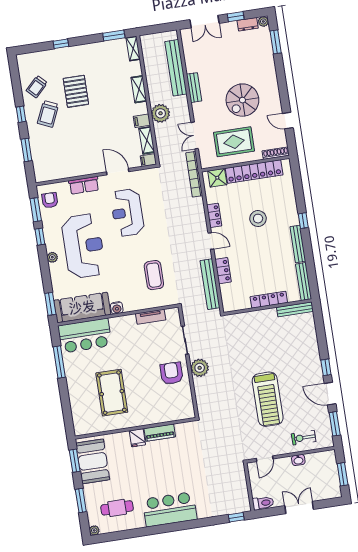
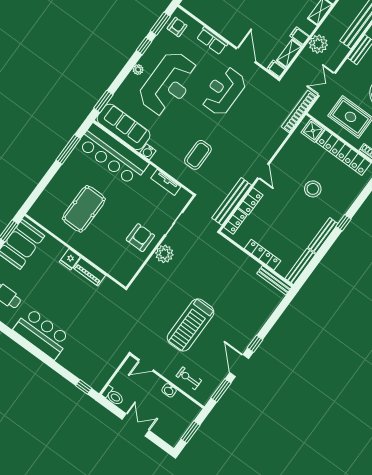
locker: (214, 215) -> (235, 221), moved
bar counter: (85, 336) -> (113, 154), width x1.36

